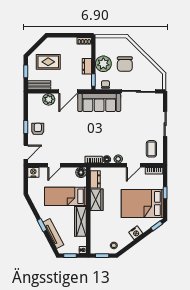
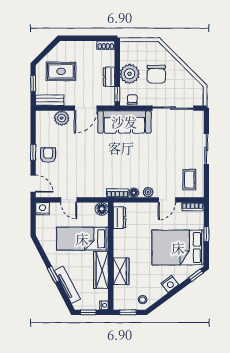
door: (26, 152) -> (33, 184), hinge flipped
door: (54, 165) -> (69, 200), hinge flipped
wardrobe: (97, 200) -> (121, 271), moved

